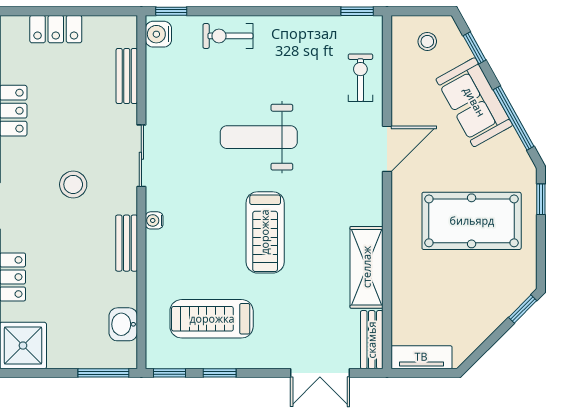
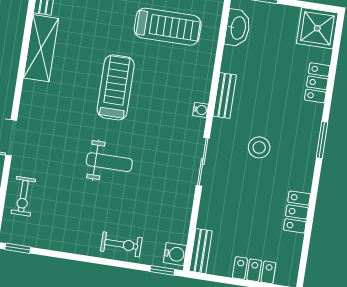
bench: (127, 76) -> (201, 251), moved
weight bench: (259, 137) -> (109, 162), width x0.73, depth x0.75
washbasin: (123, 324) -> (238, 28), width x1.38

